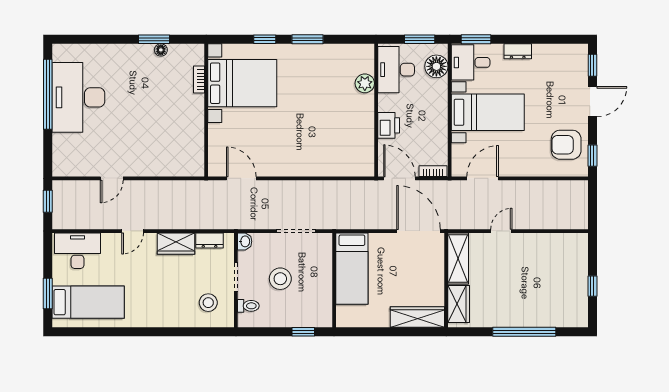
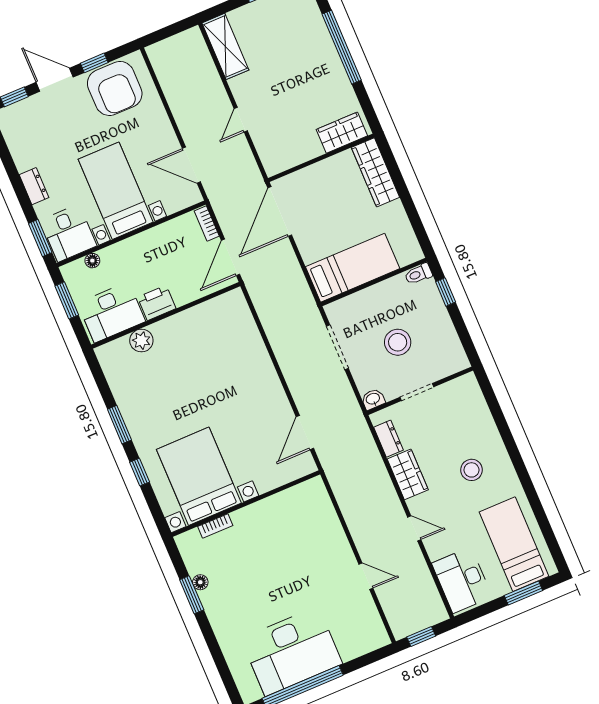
floor lamp: (436, 66) -> (92, 261), width x0.53, depth x0.53
printer: (389, 125) -> (157, 303), moved
armchair: (566, 145) -> (115, 88), width x1.36, depth x1.36
window: (592, 156) -> (94, 63), moved
door: (501, 231) -> (241, 120), hinge flipped
shelving: (458, 258) -> (225, 46), moved, turned 90
stool: (208, 303) -> (472, 470), moved
toilet: (248, 306) -> (418, 274), moved, turned -90

